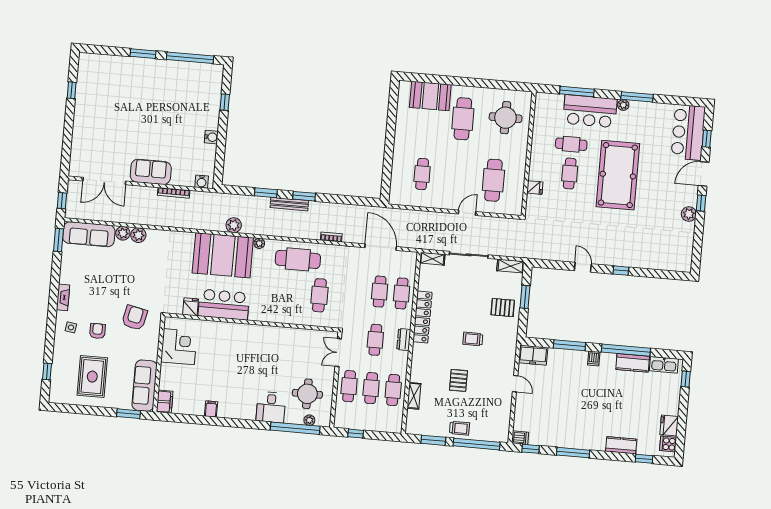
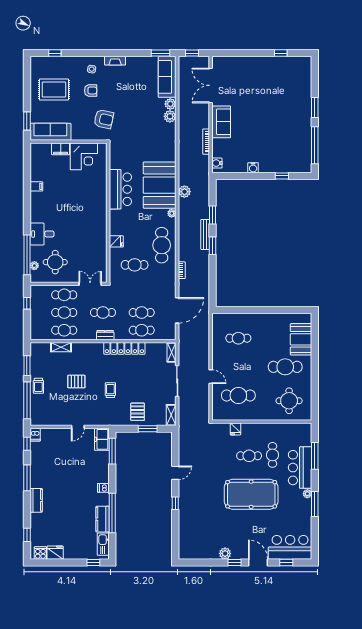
fridge: (190, 307) -> (116, 241), moved
window: (569, 345) -> (112, 451), moved
filing cabinet: (165, 402) -> (61, 149), moved
kitchen counter: (621, 445) -> (36, 500), moved

